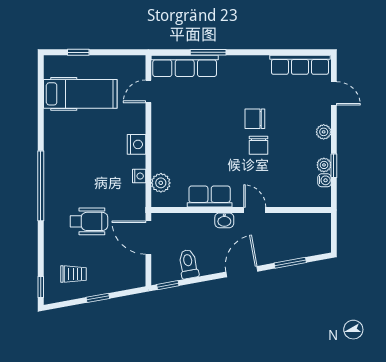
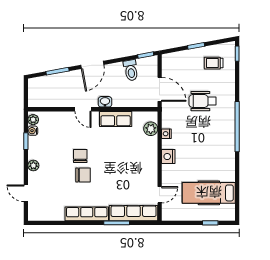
row of seats: (300, 65) -> (87, 214), moved
plant: (324, 165) -> (33, 120), moved

